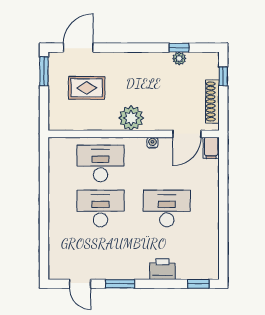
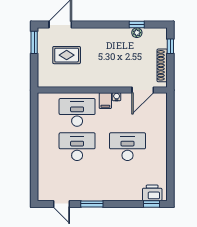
plant: (131, 118) -> (100, 78), removed
filing cabinet: (211, 148) -> (105, 101), moved
printer: (163, 269) -> (152, 193), moved

